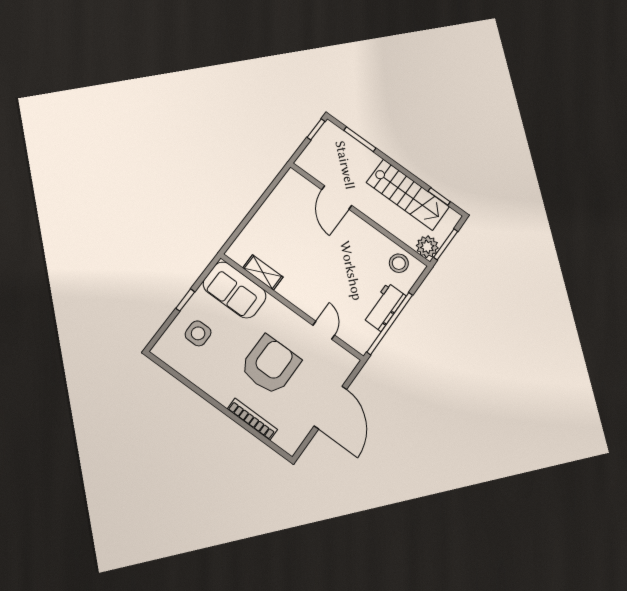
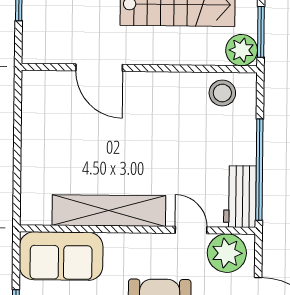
shelving: (263, 272) -> (109, 211), width x2.20, depth x1.33
workbench: (384, 307) -> (240, 197), moved
plant: (336, 359) -> (227, 253), added

